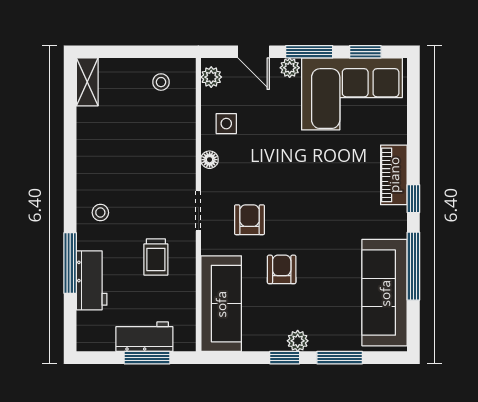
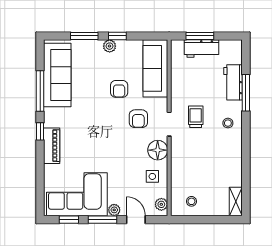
floor lamp: (210, 160) -> (158, 150), width x1.89, depth x1.89
trolley: (156, 257) -> (196, 117), moved

